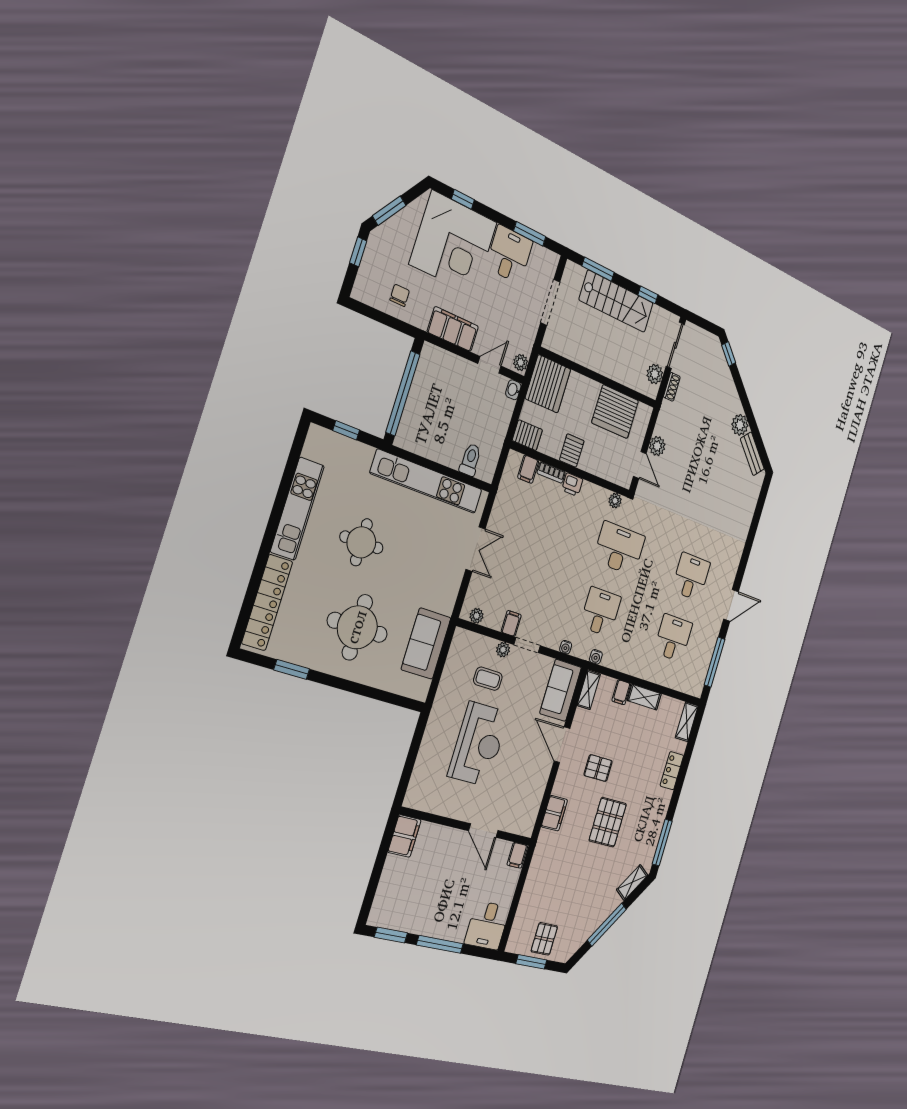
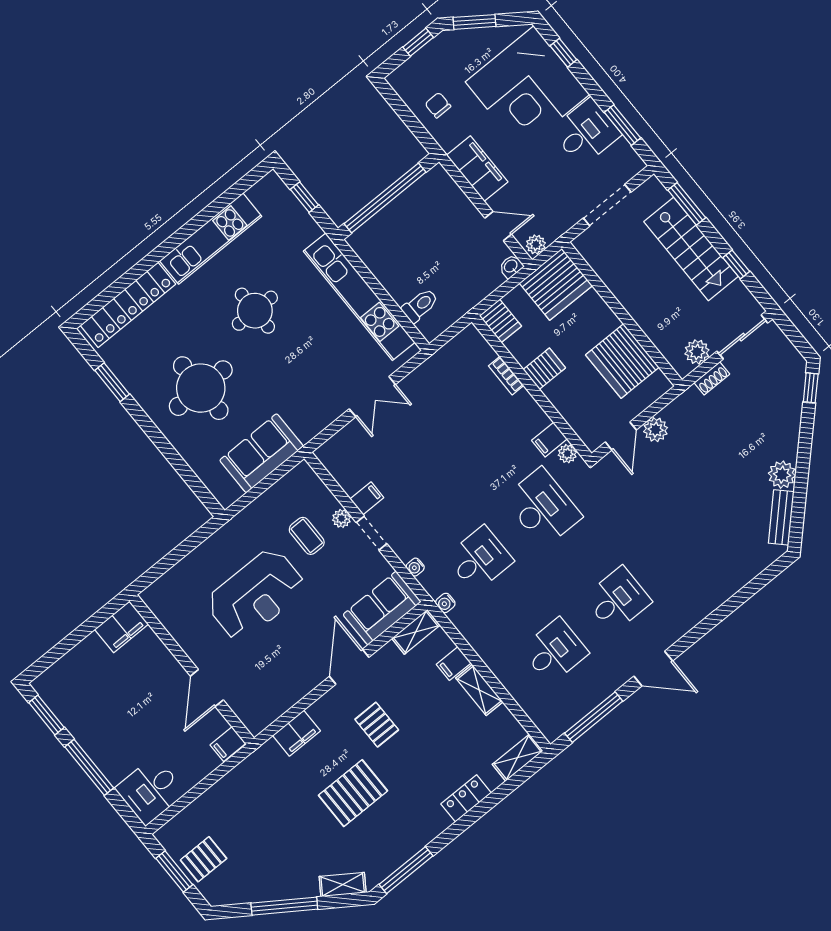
chair: (400, 295) -> (438, 105), turned -90
filing cabinet: (528, 469) -> (549, 440), moved
printer: (572, 485) -> (524, 404), removed
plant: (477, 616) -> (333, 464), removed

